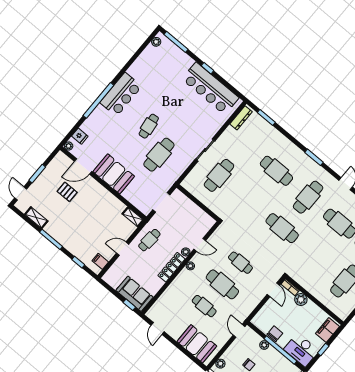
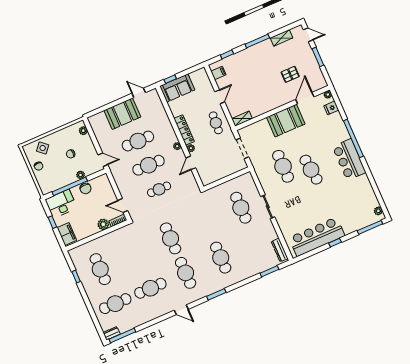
cafe table: (149, 126) -> (311, 170), width x1.37, depth x1.35
cafe table: (276, 171) -> (221, 258), turned 90
cafe table: (282, 228) -> (171, 238), turned 90
cafe table: (204, 306) -> (138, 141), width x1.37, depth x1.35
booth: (197, 344) -> (122, 114), moved

